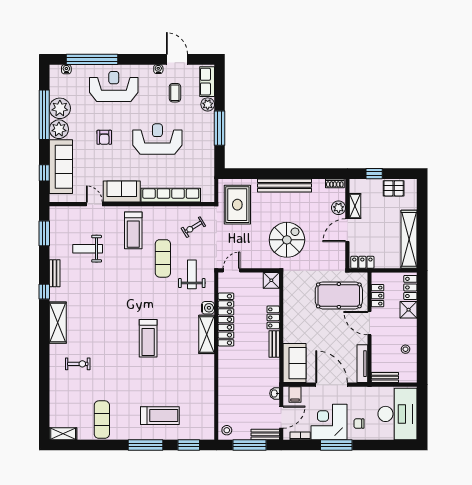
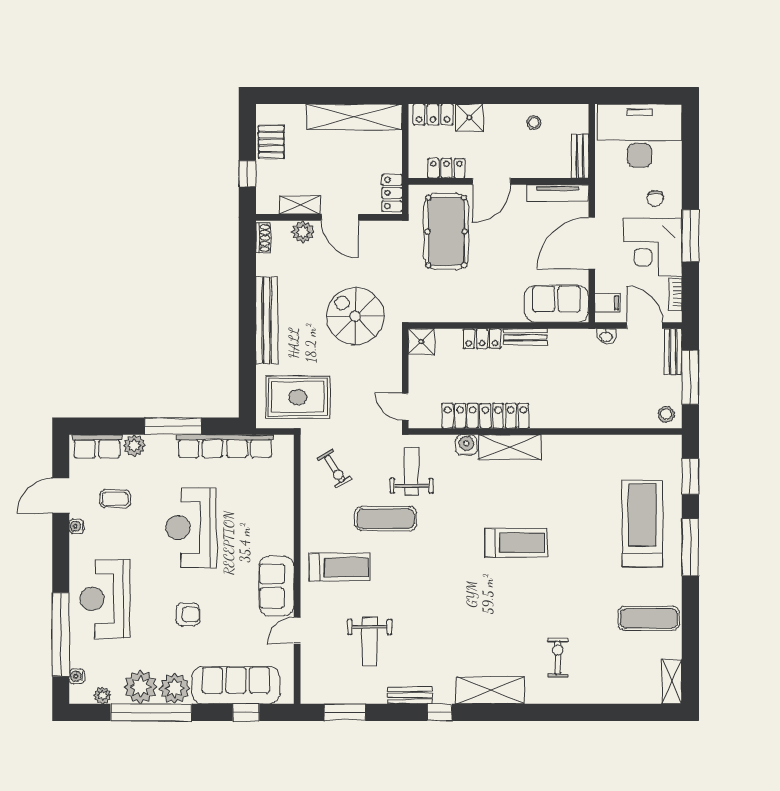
plant: (55, 85) -> (103, 695), added
row of seats: (171, 195) -> (225, 446), moved, turned -90
weight bench: (192, 274) -> (412, 471), turned 90
treadmill: (160, 416) -> (642, 524), width x1.37, depth x1.38

